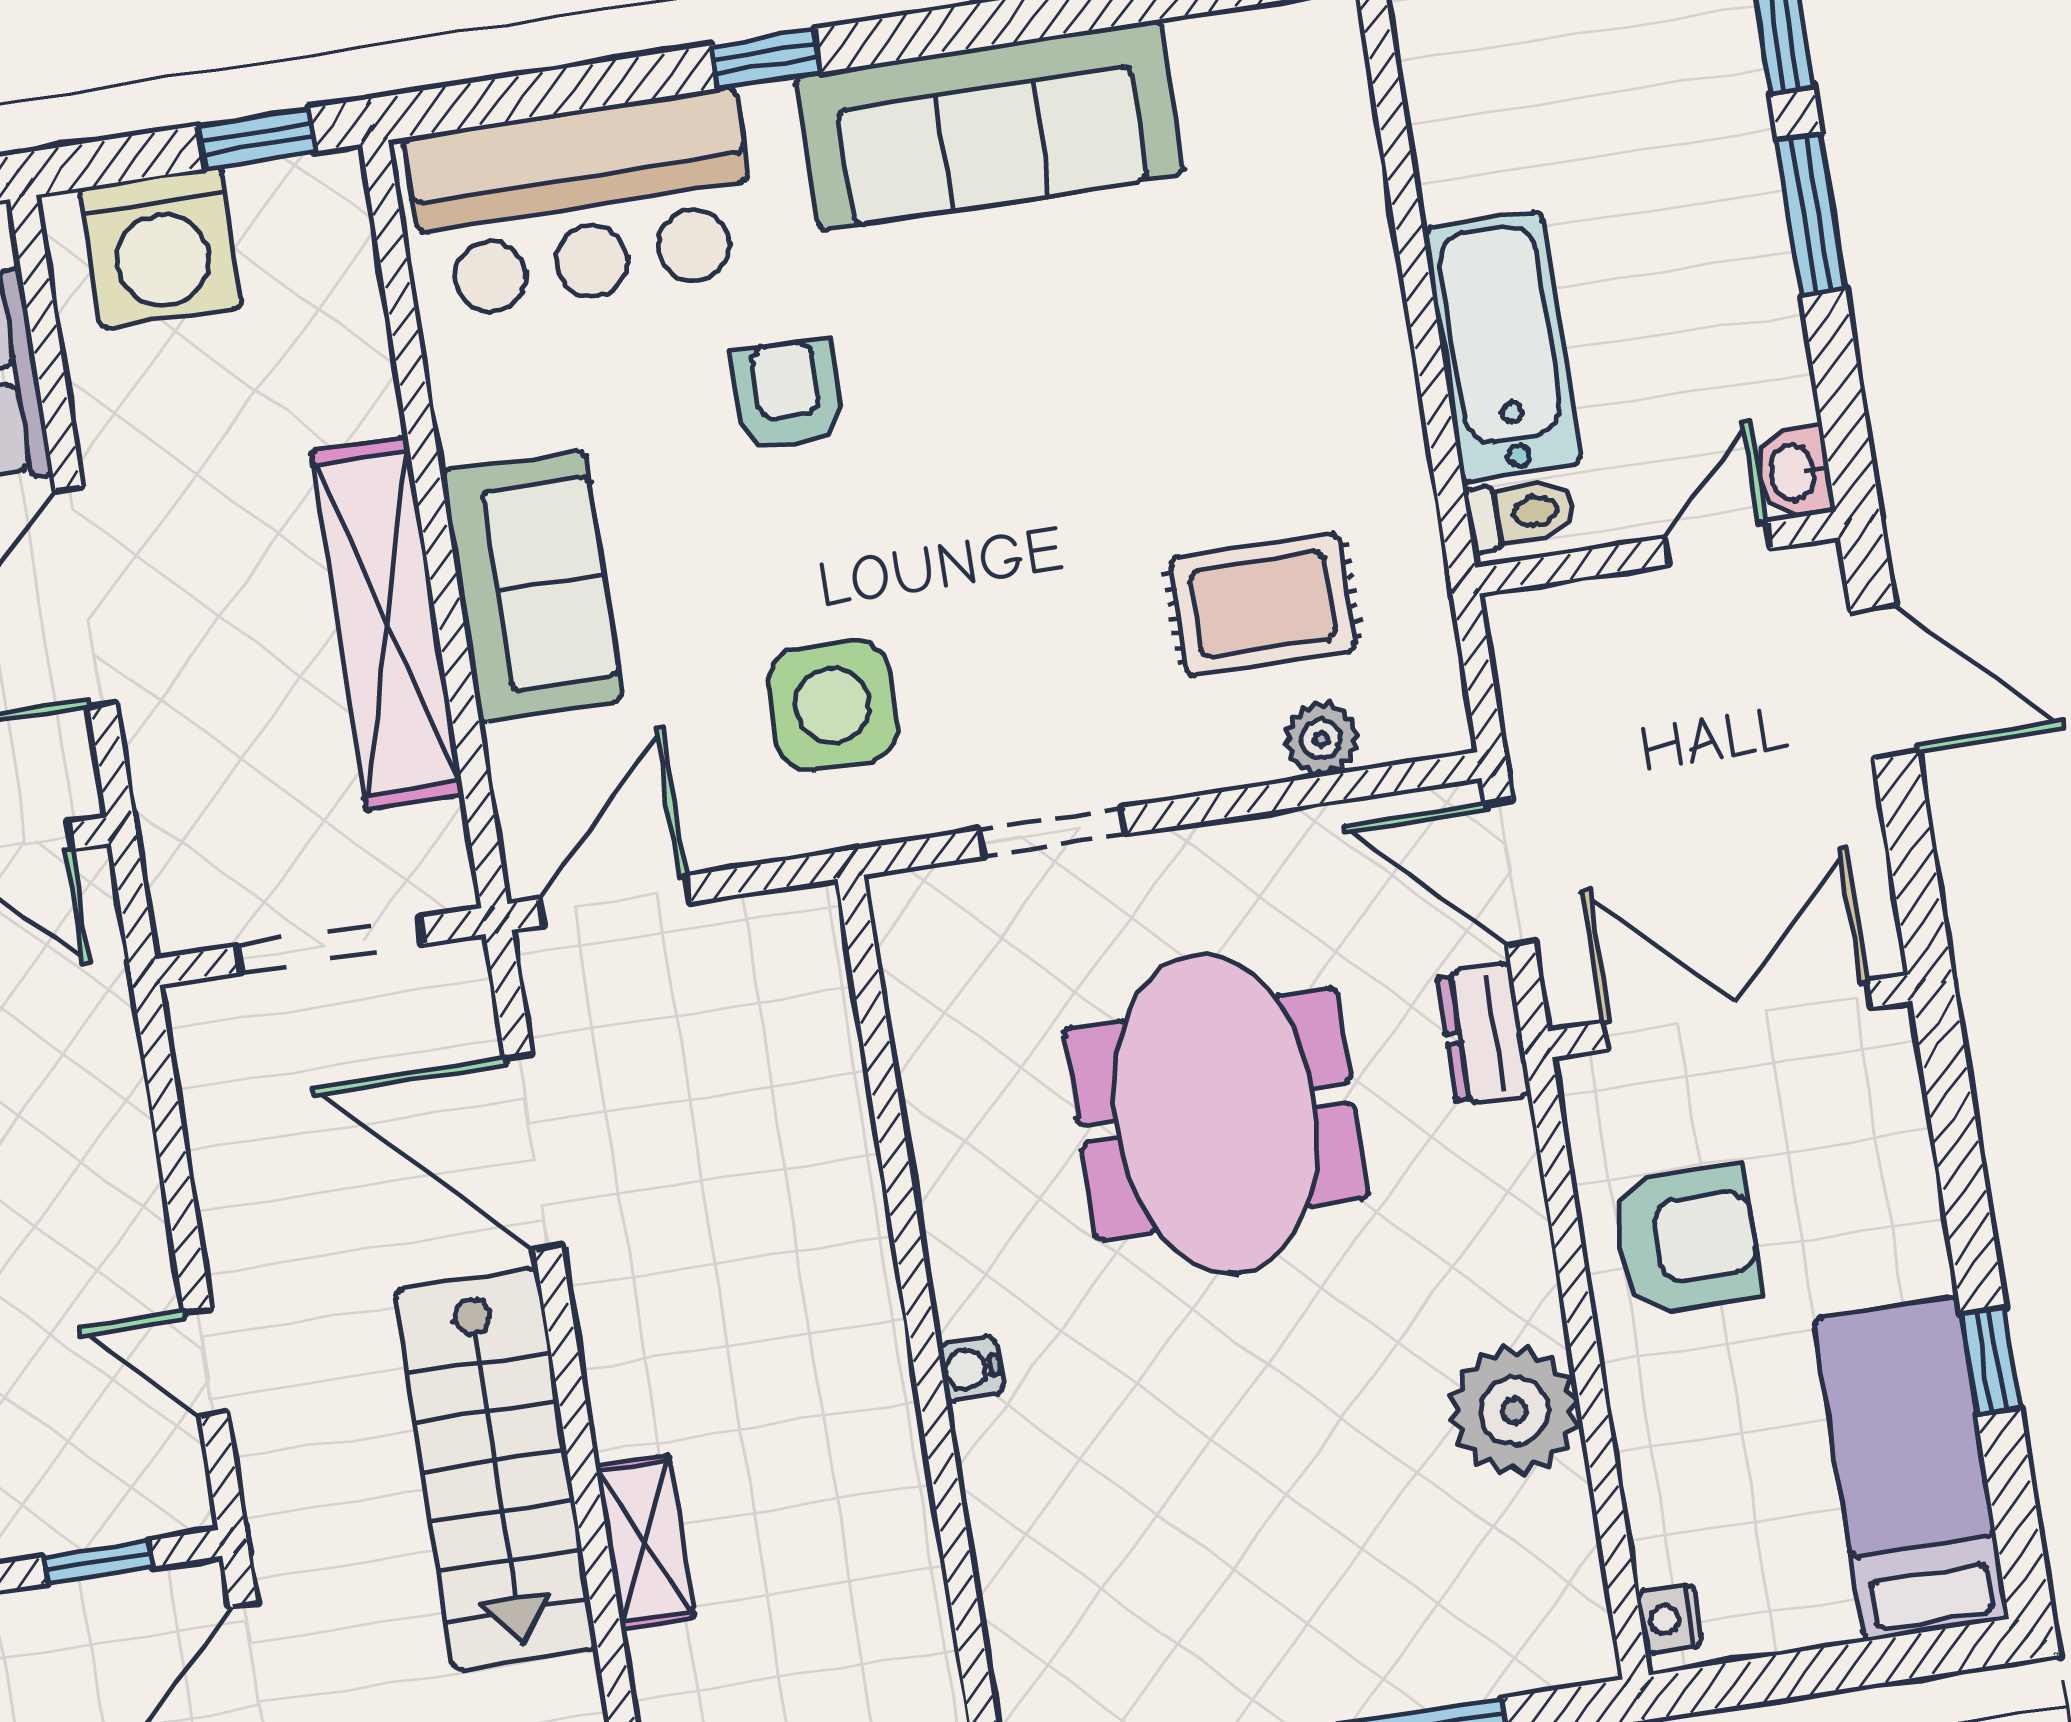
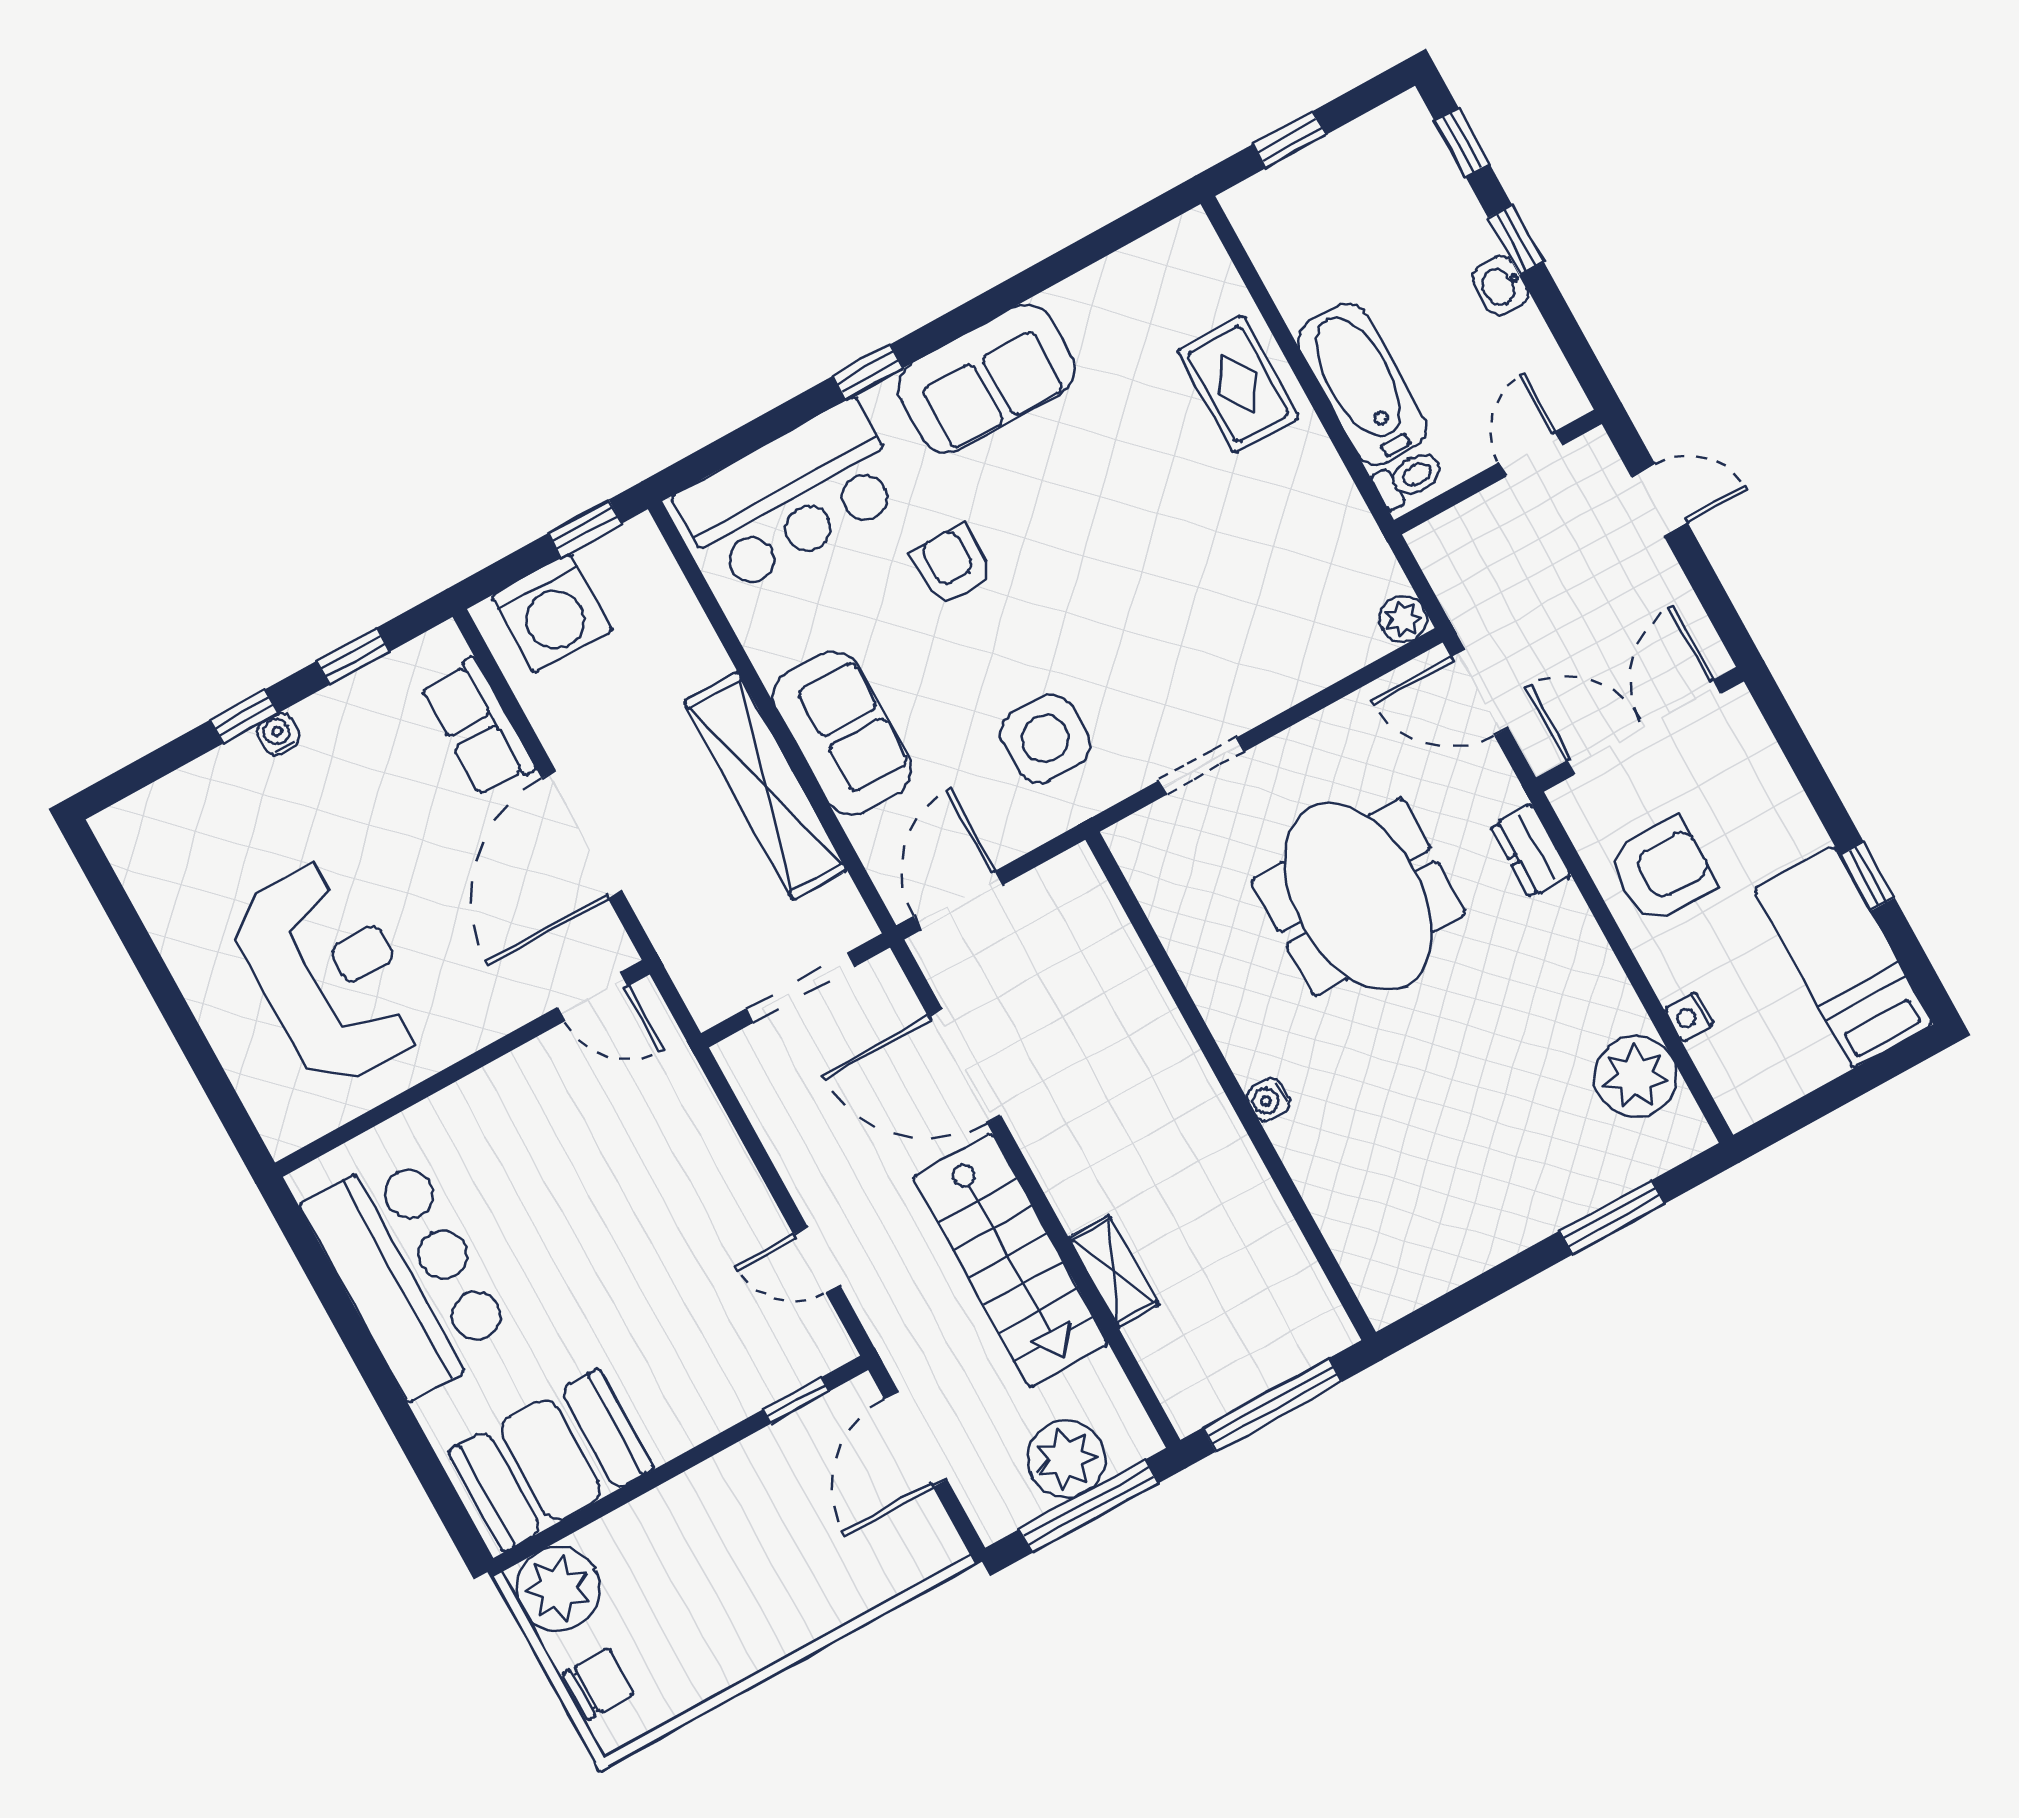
sofa: (990, 125) -> (986, 379), width x0.73
window: (1811, 214) -> (1516, 240), width x0.67
washbasin: (1794, 472) -> (1501, 286), moved
rug: (1263, 605) -> (1238, 384), moved, turned 90
door: (1884, 682) -> (1659, 500), width x0.73
plant: (1321, 739) -> (1403, 619), moved
dresser: (1484, 1034) -> (1531, 851), moved
plant: (1515, 1410) -> (1635, 1076), moved
nightstand: (1669, 1619) -> (1689, 1017), moved

